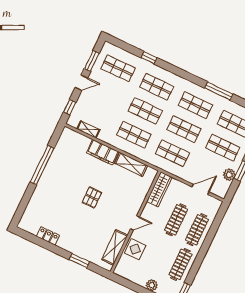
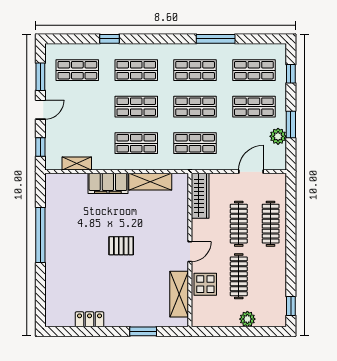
pallet: (92, 197) -> (121, 246), turned 90
clothes rail: (180, 264) -> (239, 276), moved

